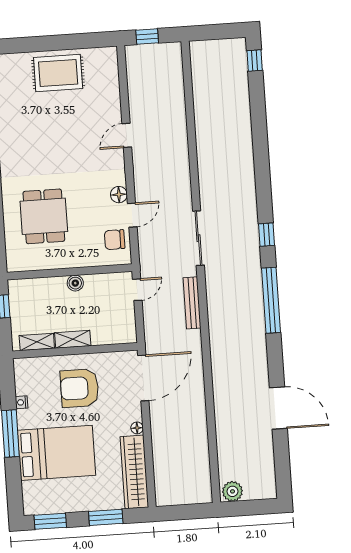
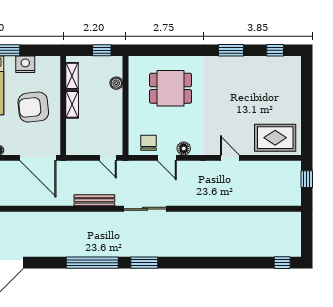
rug: (58, 73) -> (275, 138), moved, turned 90
window: (267, 235) -> (144, 263), width x1.50
boiler: (75, 283) -> (116, 83), moved
armchair: (80, 388) -> (33, 107), turned -96
nightstand: (21, 402) -> (25, 64), width x1.89, depth x1.79

